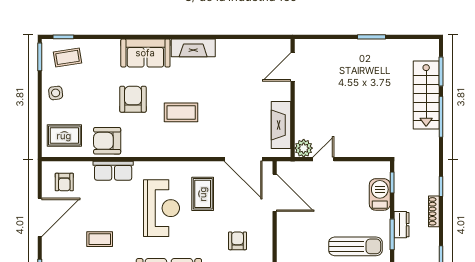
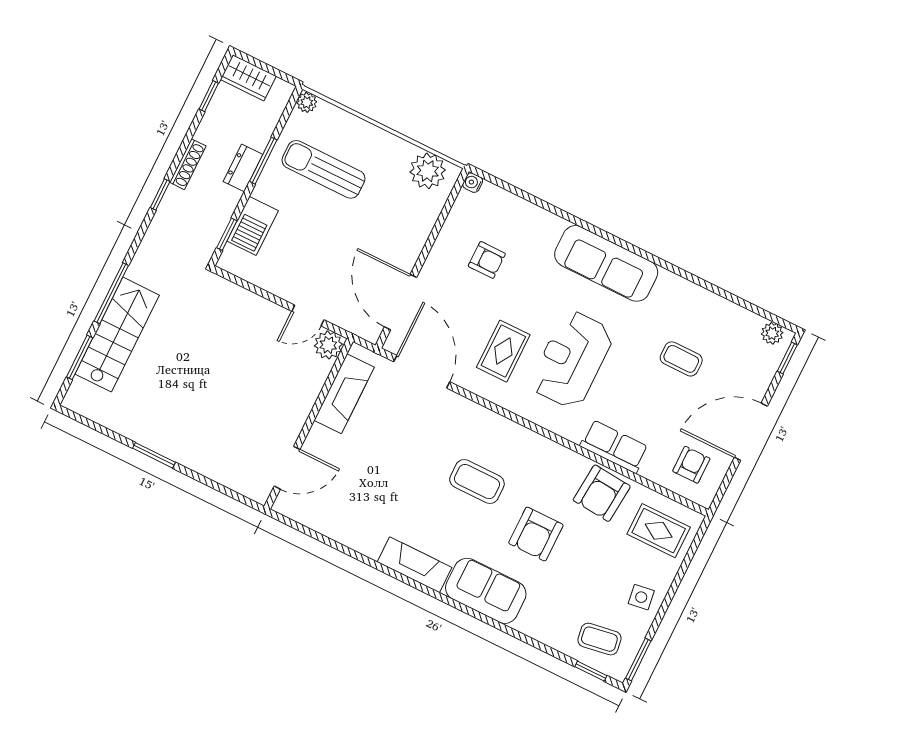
armchair: (107, 141) -> (602, 493), turned 95
armchair: (238, 241) -> (487, 260), turned -90

